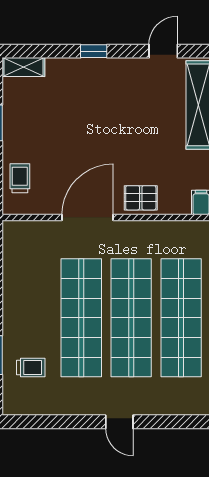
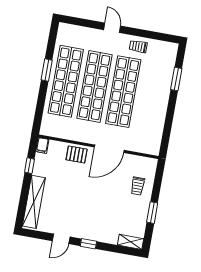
door: (163, 51) -> (61, 239), moved
trolley: (20, 178) -> (138, 186), moved
trolley: (31, 368) -> (138, 46), moved

